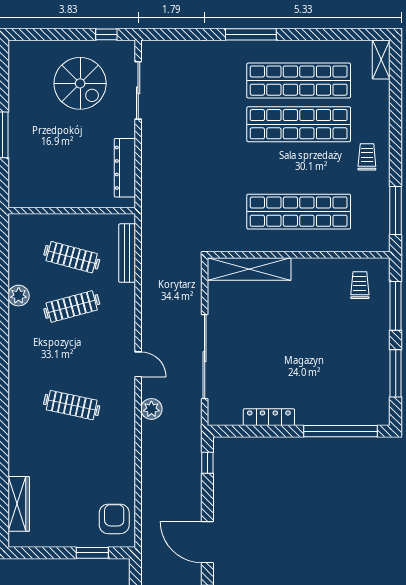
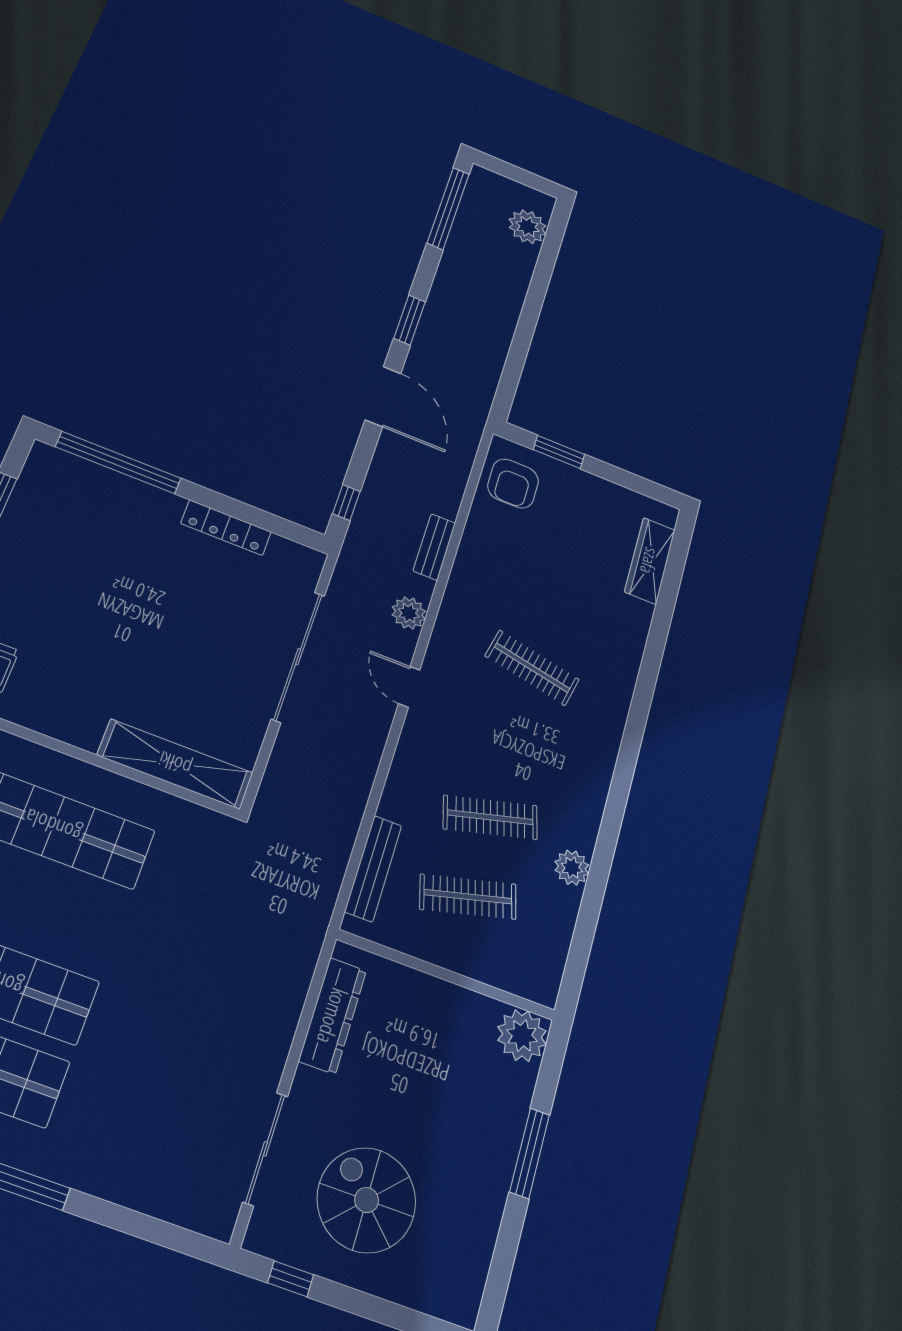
plant: (22, 194) -> (522, 1036), added
clothes rail: (72, 257) -> (468, 897), turned -30
bench: (149, 457) -> (434, 547), added

